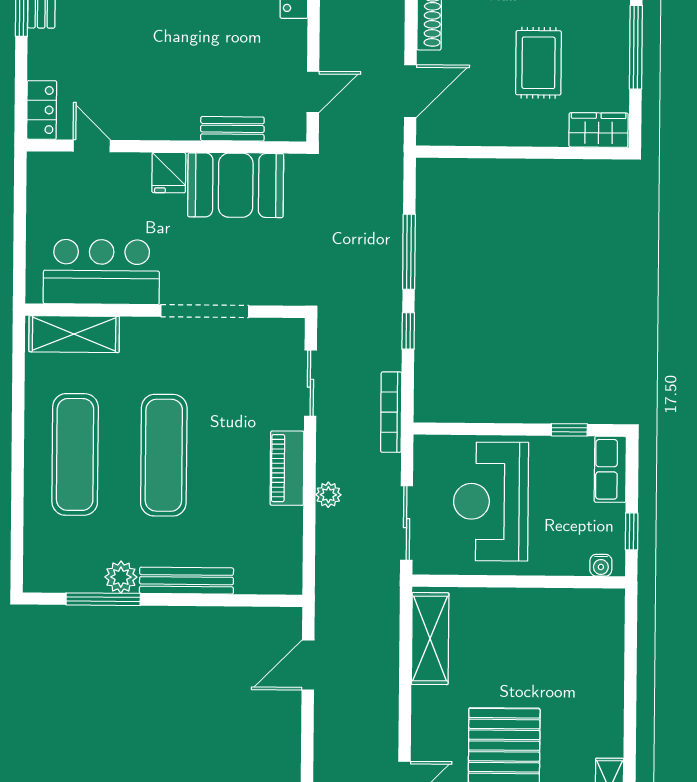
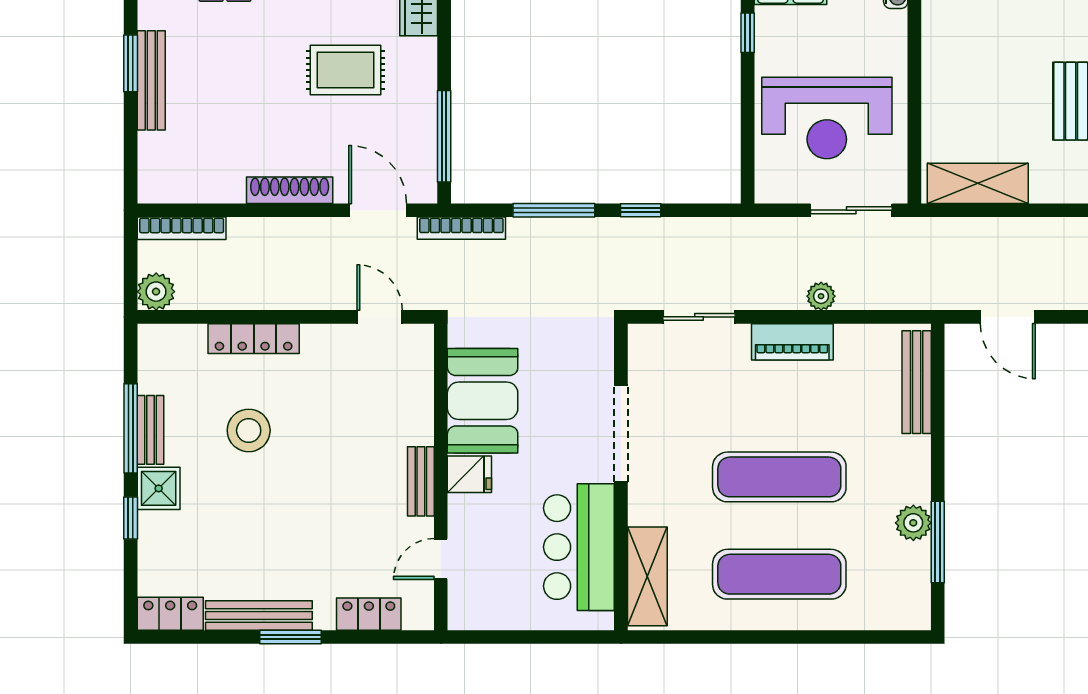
locker: (42, 110) -> (369, 614), moved
bench: (232, 129) -> (421, 481), moved
window: (477, 152) -> (444, 136), added
bookcase: (391, 412) -> (461, 228), moved
bench: (186, 581) -> (917, 382), moved

